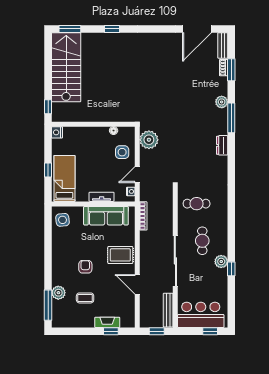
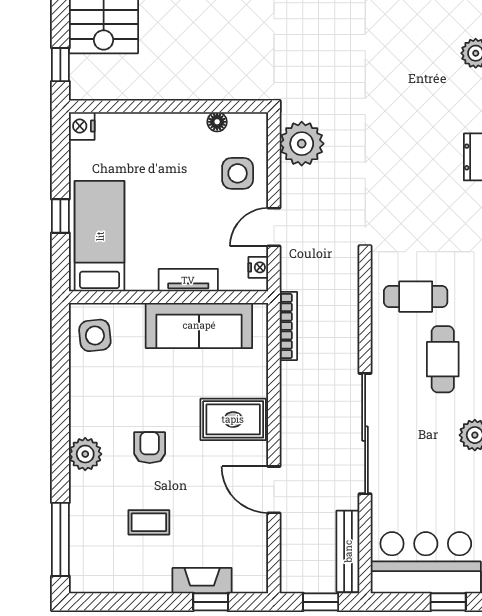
cafe table: (202, 241) -> (443, 359), moved
plant: (58, 293) -> (85, 454), moved

